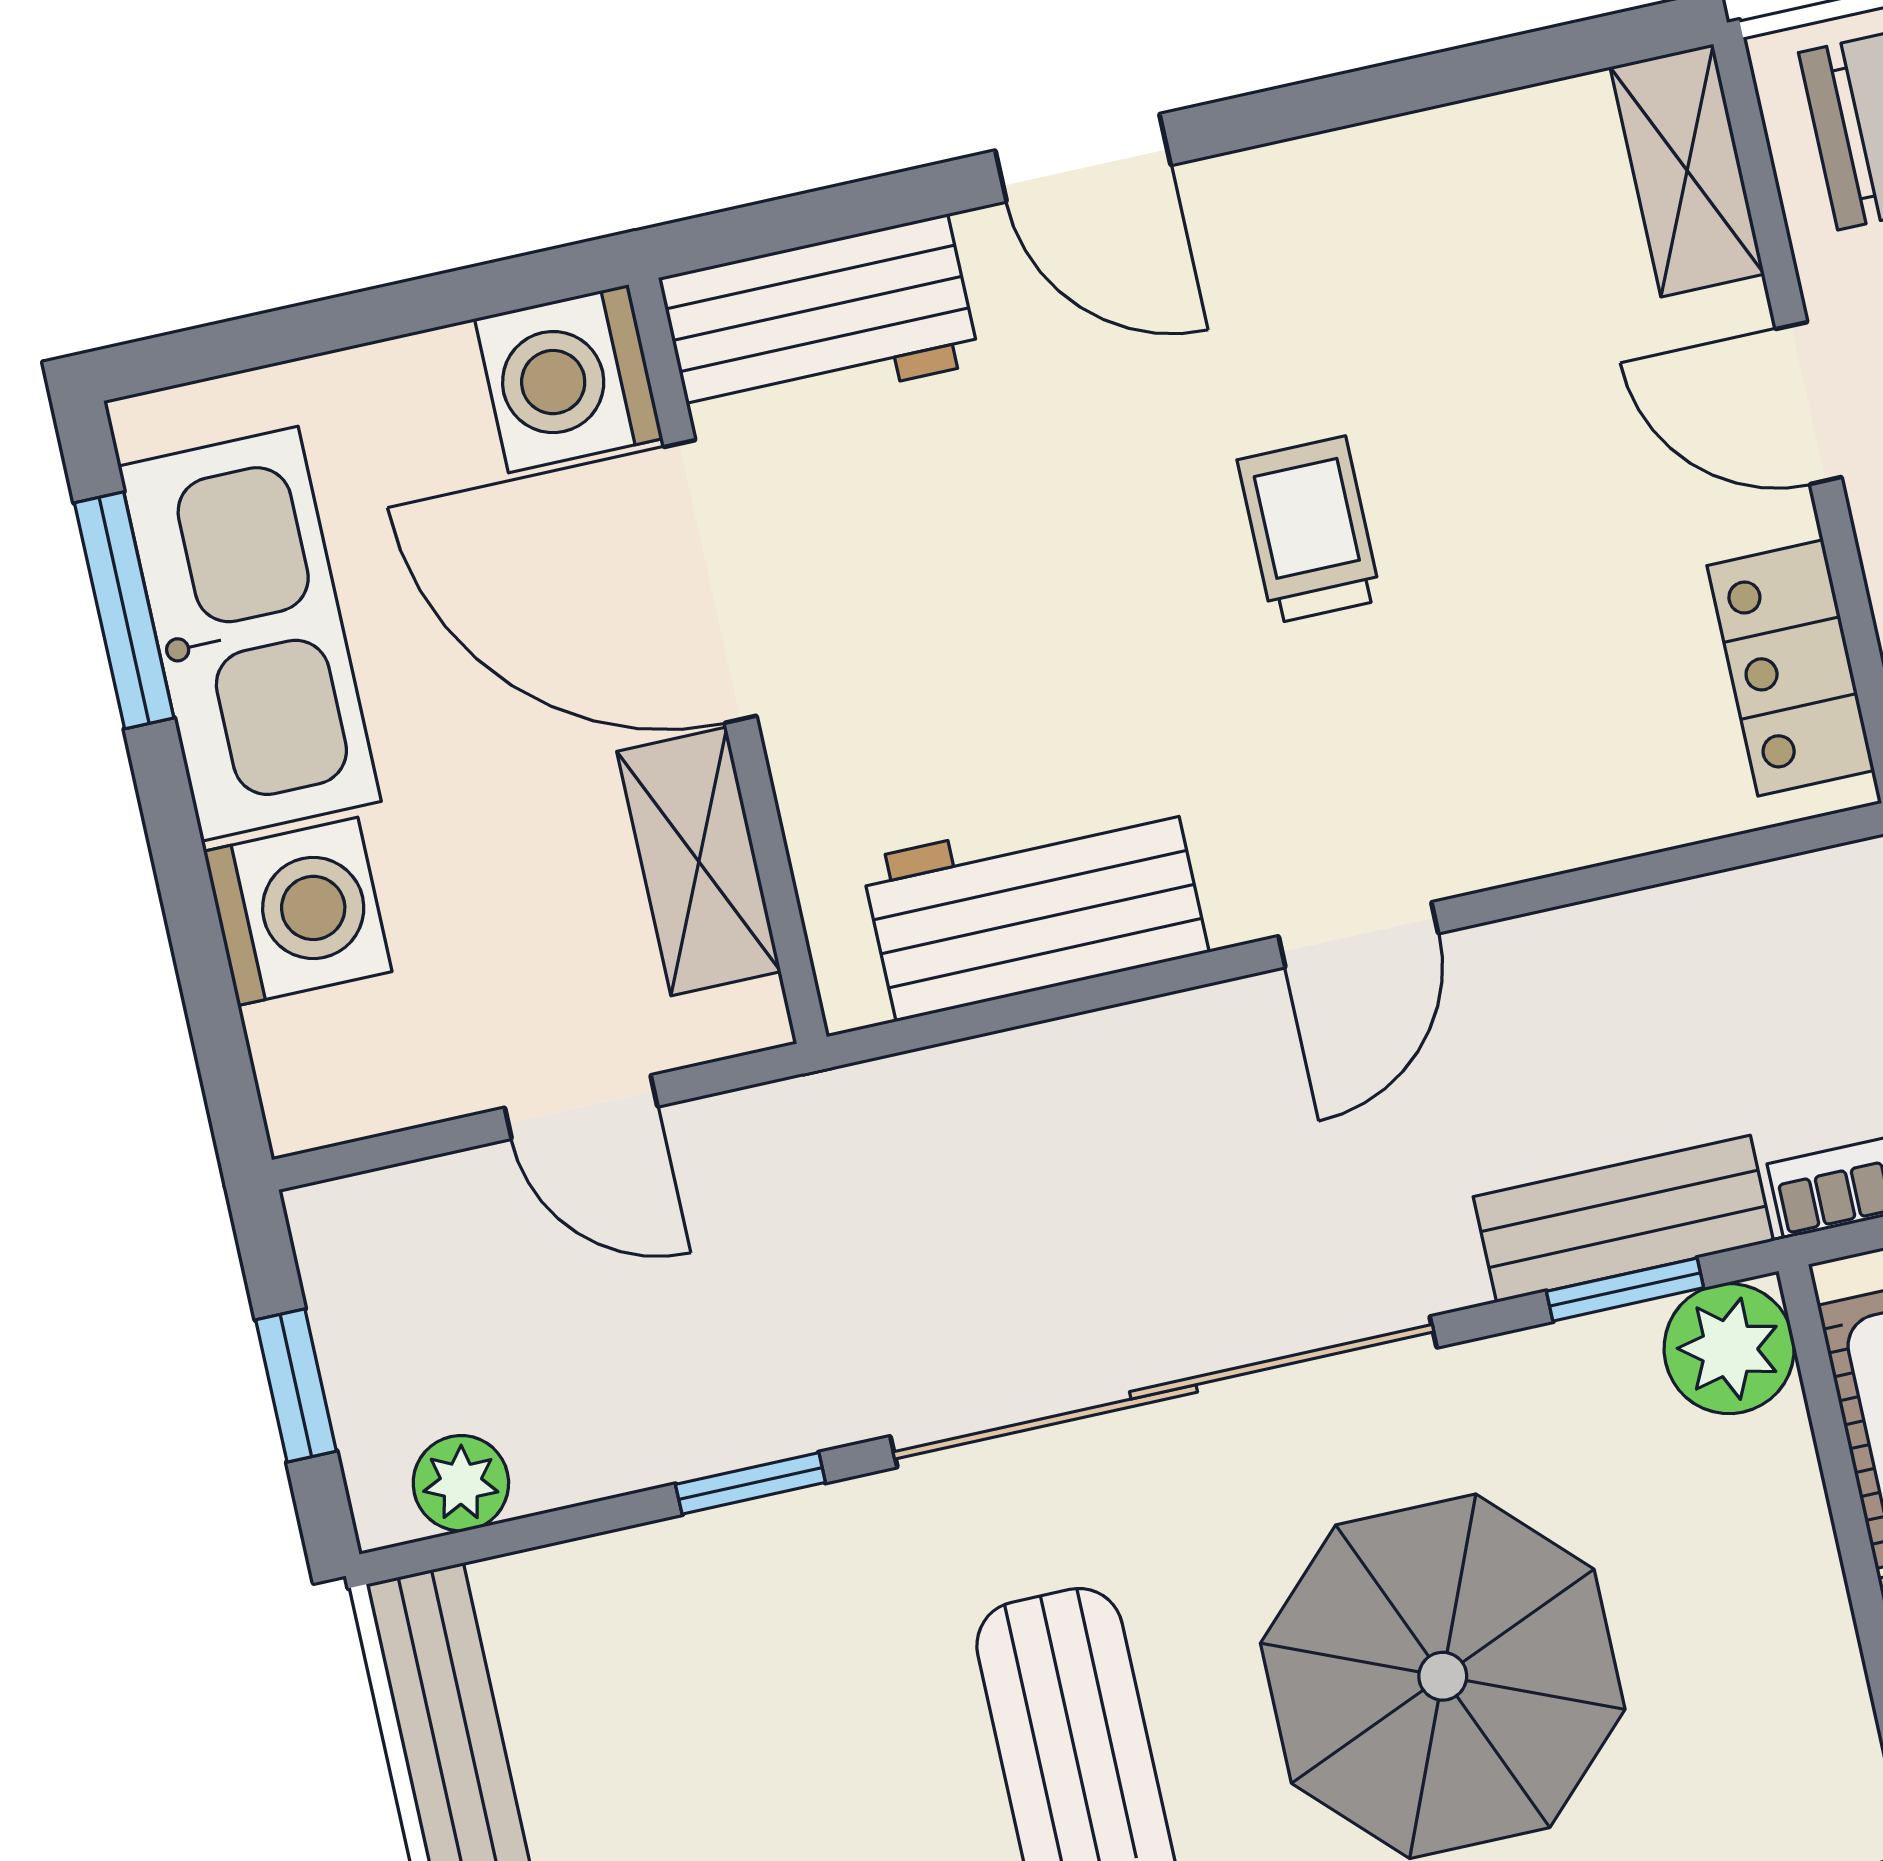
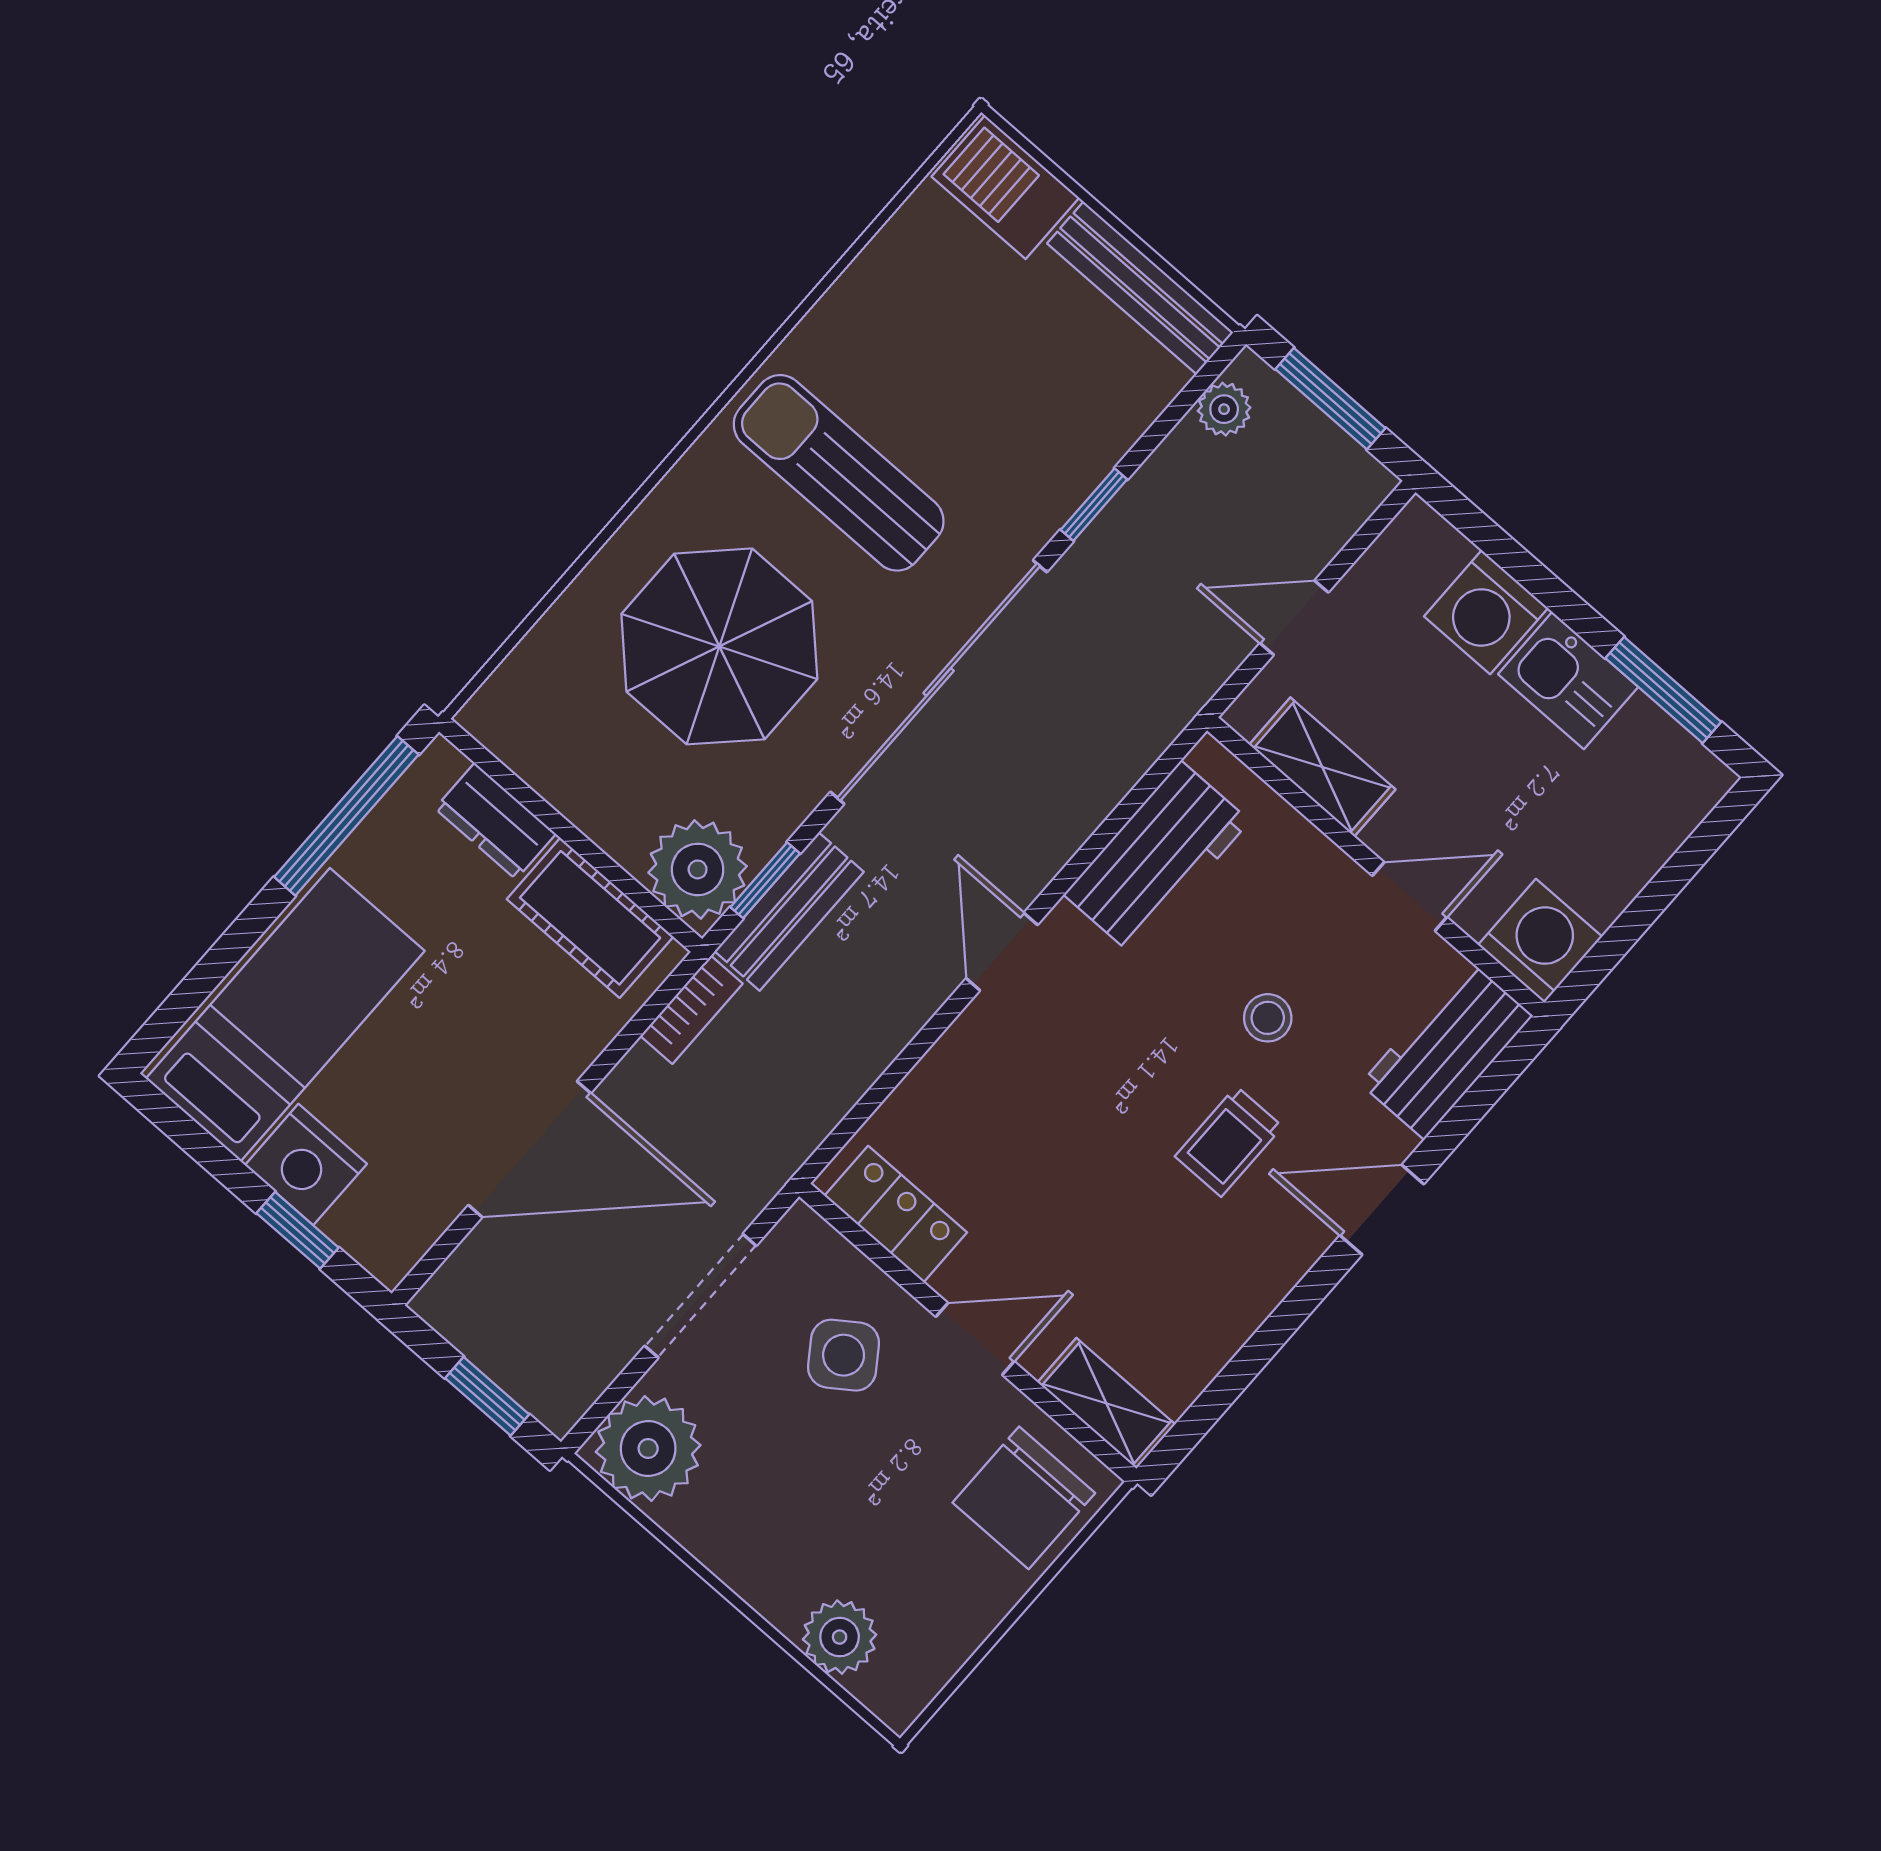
trolley: (1309, 530) -> (1229, 1141), moved, turned 90
stool: (1044, 557) -> (1268, 1018), added
door: (710, 581) -> (1410, 896), width x0.53
kitchen sink: (250, 634) -> (1568, 681), width x0.53, depth x0.81
plant: (1729, 1349) -> (698, 869), width x1.36, depth x1.36
window: (296, 1385) -> (1330, 399), width x1.50

